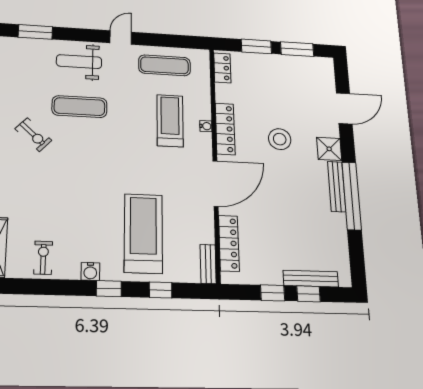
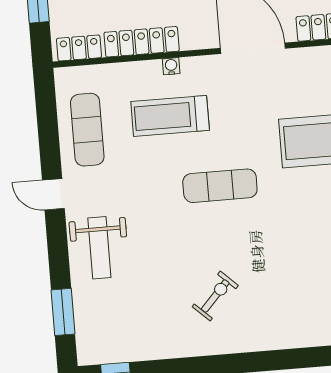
exercise mat: (79, 107) -> (220, 186), moved, turned 90
locker: (225, 129) -> (142, 42), moved

